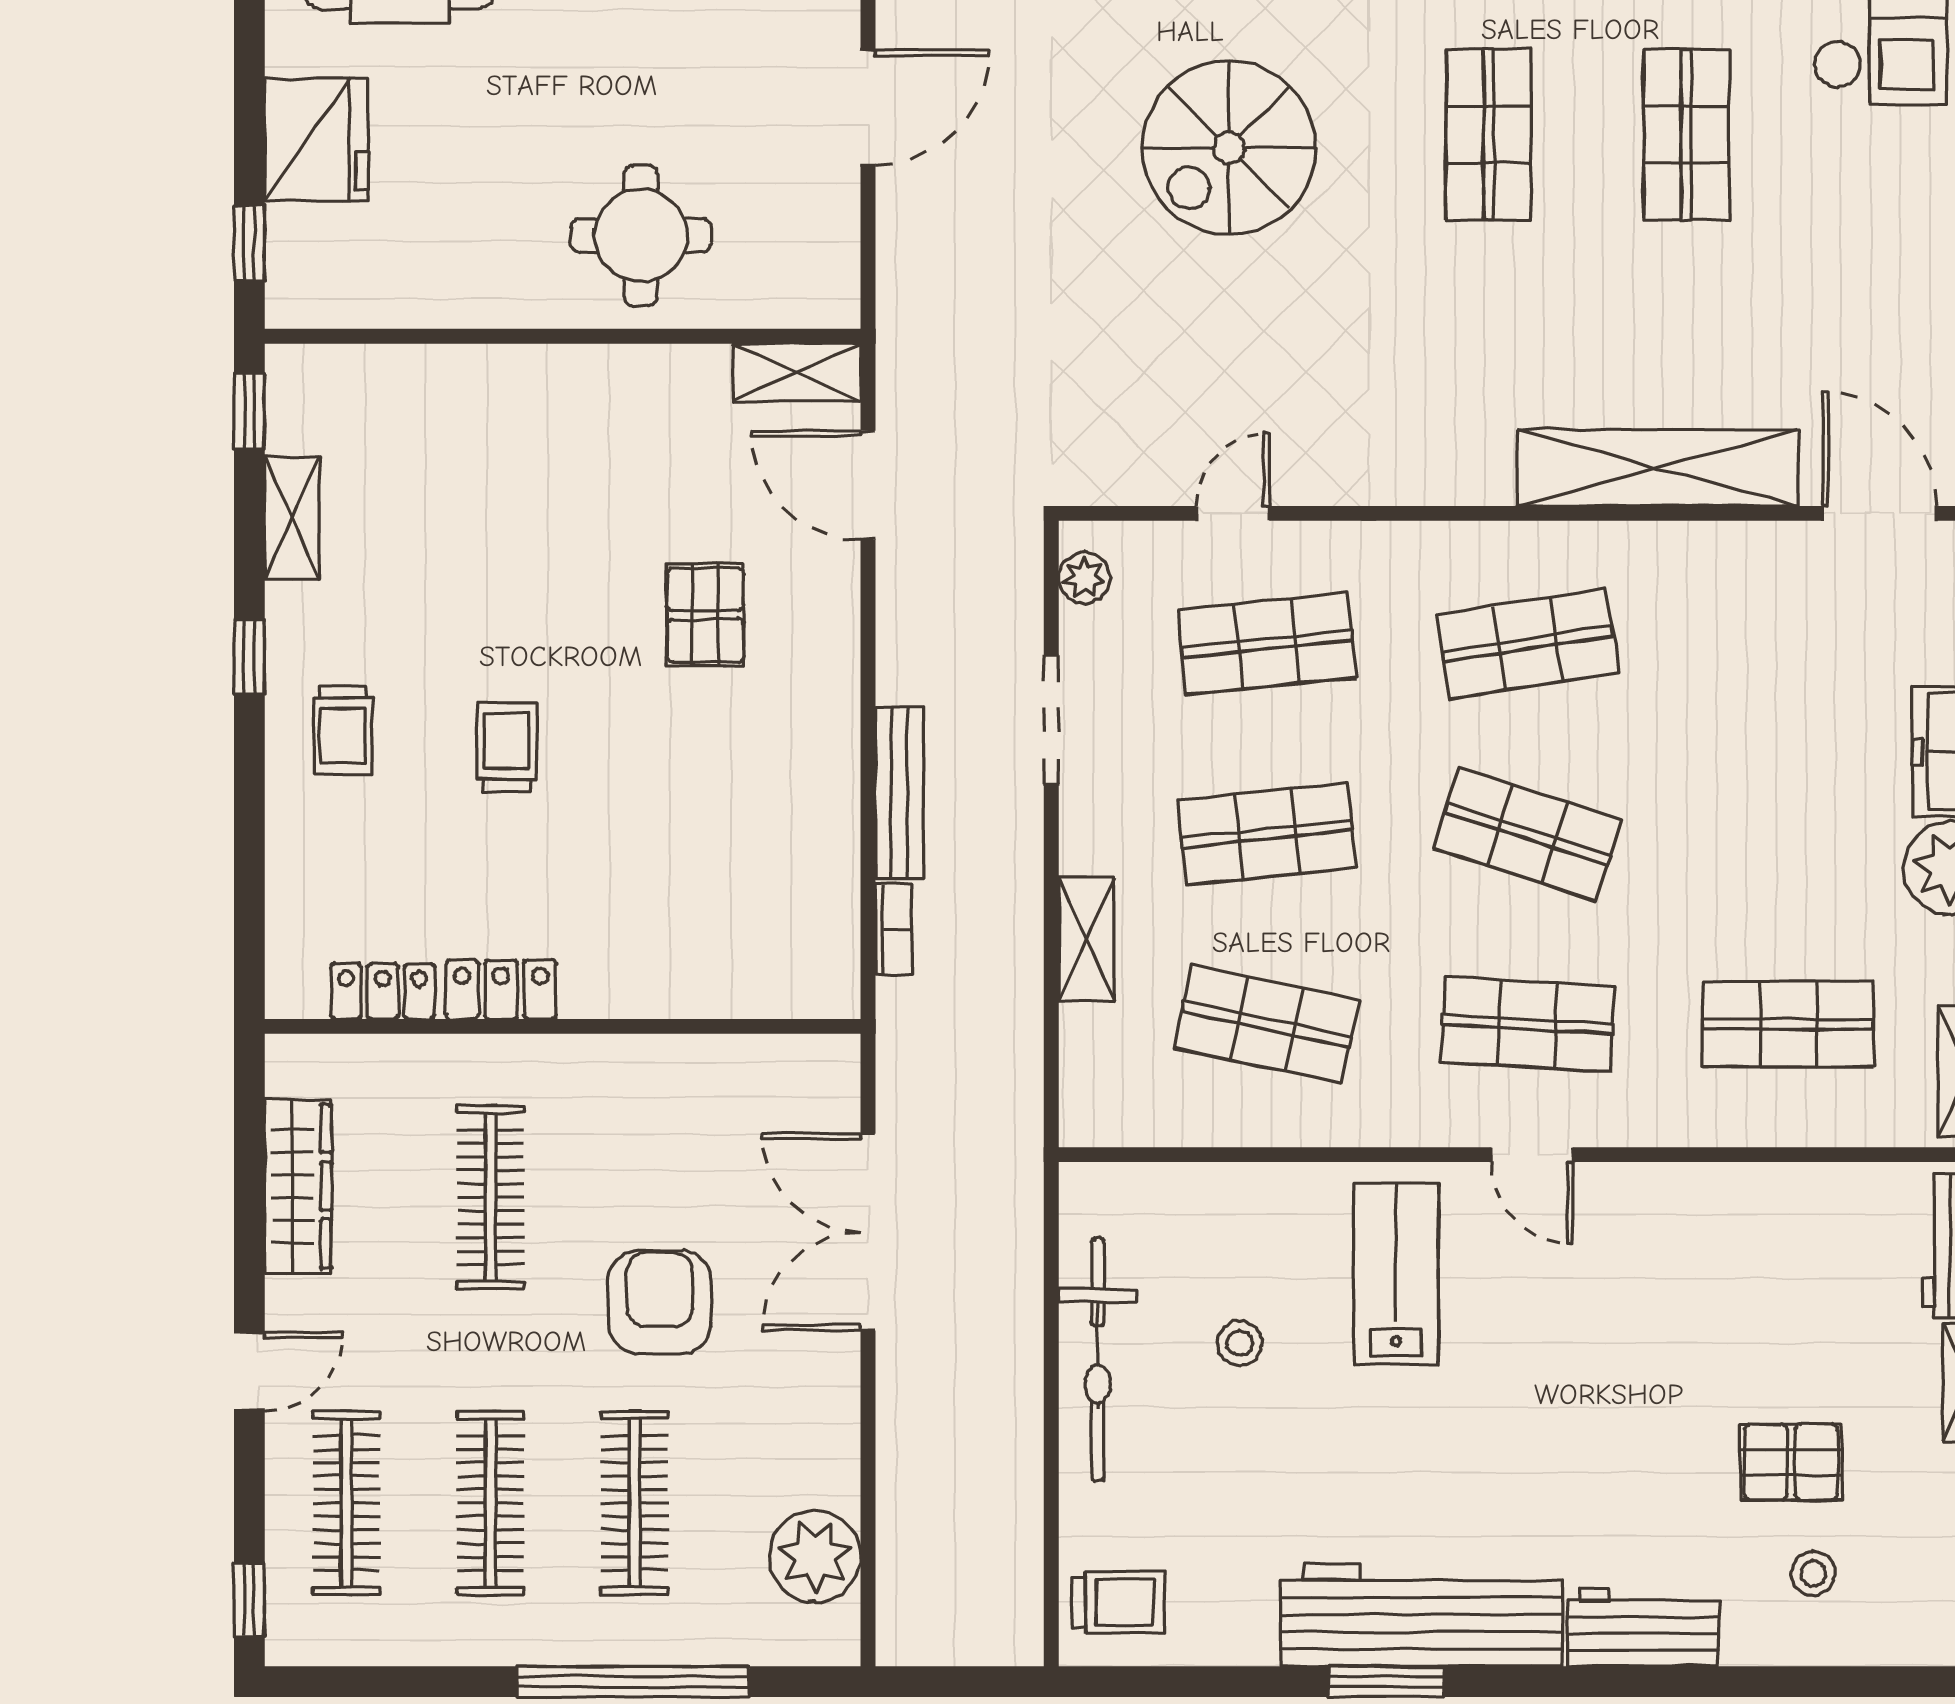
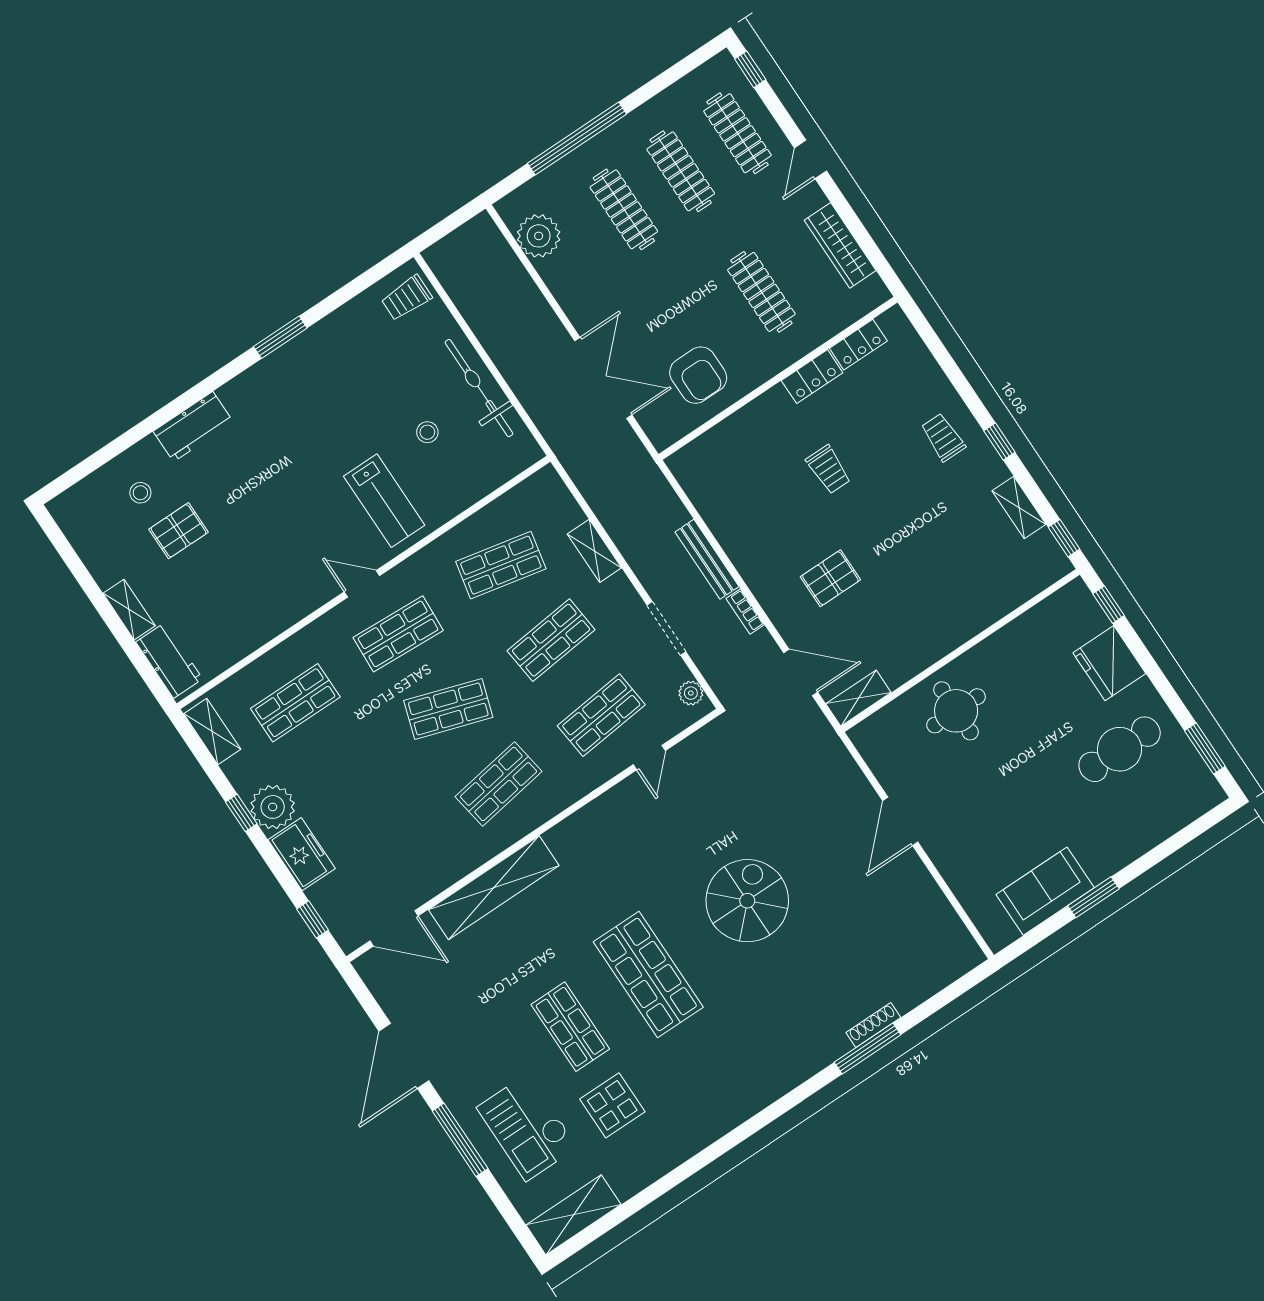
shop shelf: (1489, 135) -> (648, 975), width x1.43, depth x1.36
pallet: (705, 615) -> (830, 578), turned 90
trolley: (507, 747) -> (828, 469), moved
bookcase: (894, 929) -> (745, 612), moved
armchair: (660, 1302) -> (698, 375), moved
workbench: (1422, 1615) -> (284, 373), removed

